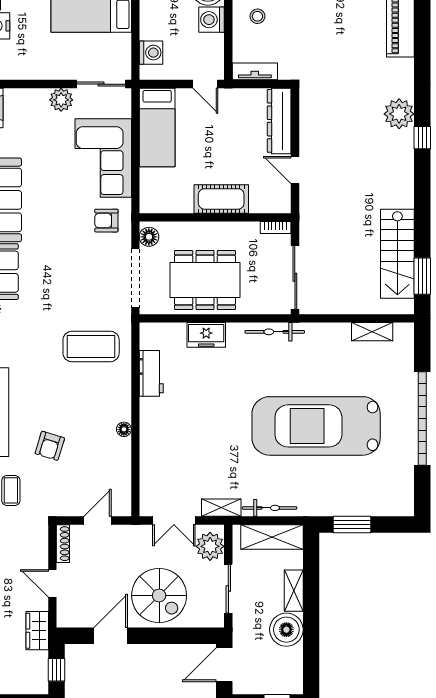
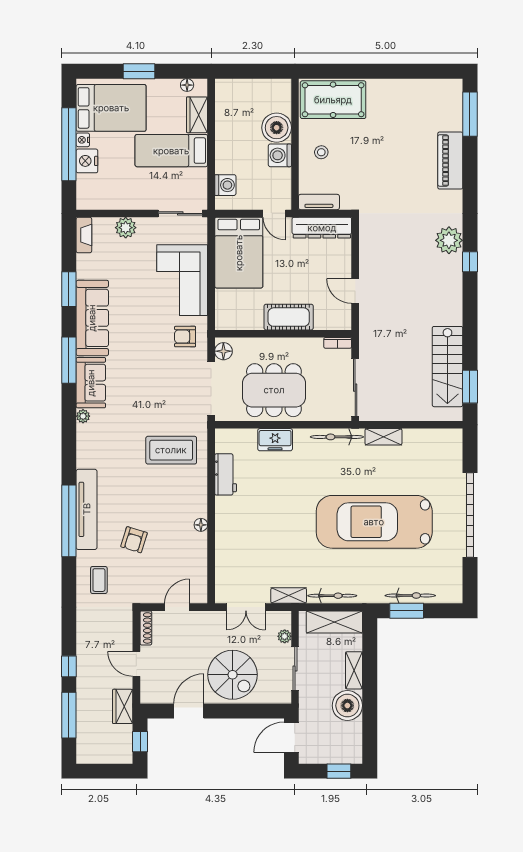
plant: (61, 100) -> (126, 228), moved
dresser: (279, 121) -> (322, 228), moved, turned -90
bed: (157, 127) -> (239, 253), width x1.50
shelving: (372, 332) -> (383, 437), moved
bicycle: (356, 508) -> (410, 596), added
plant: (210, 546) -> (285, 636), width x0.53, depth x0.53

